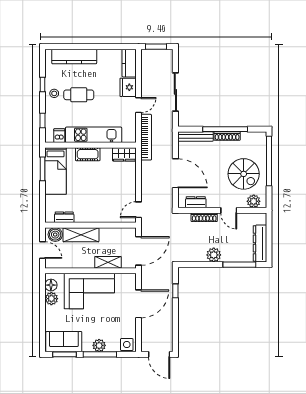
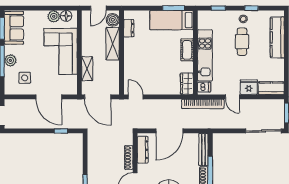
sliding door: (175, 92) -> (264, 131), moved
dishwasher: (59, 136) -> (204, 87), moved
dresser: (196, 202) -> (143, 150), width x1.44
plant: (214, 255) -> (94, 166), removed
side table: (127, 345) -> (25, 78), moved

